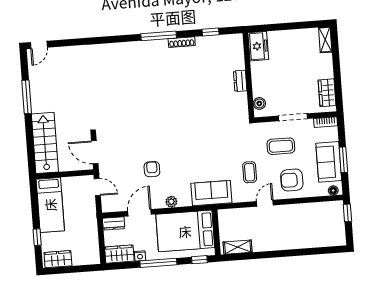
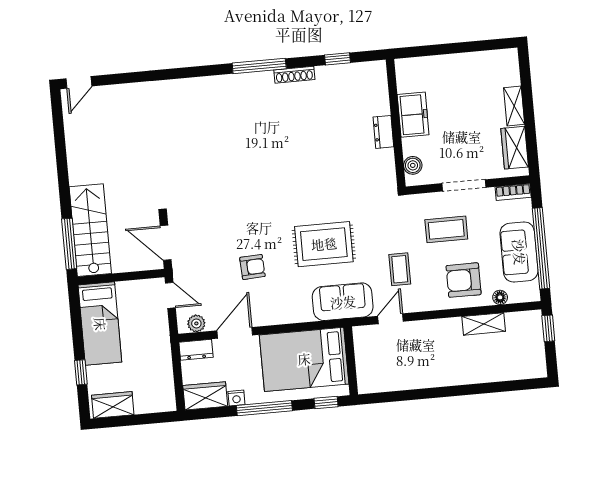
shelving: (325, 40) -> (514, 106), moved
freezer: (258, 46) -> (413, 115), moved
window: (27, 97) -> (69, 244), moved
rug: (200, 155) -> (324, 244), added
window: (343, 160) -> (541, 248), width x2.11
armchair: (152, 169) -> (252, 267), turned 87
floor lamp: (333, 191) -> (500, 297), moved
plant: (171, 202) -> (196, 323), moved
door: (265, 203) -> (390, 319), moved
shelving: (238, 247) -> (484, 324), moved

